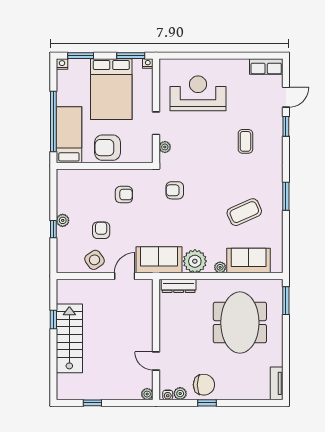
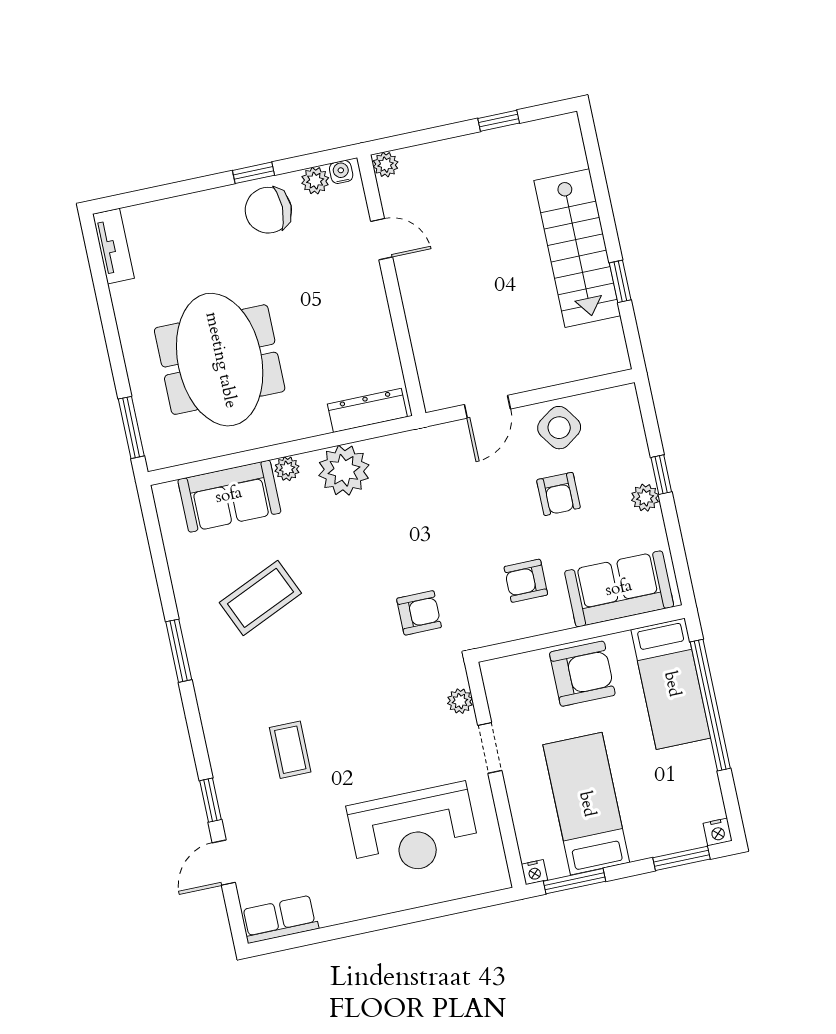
bed: (111, 89) -> (586, 804), width x0.67
sofa: (159, 260) -> (619, 589), moved, turned 180

